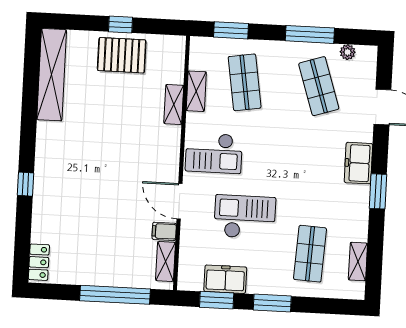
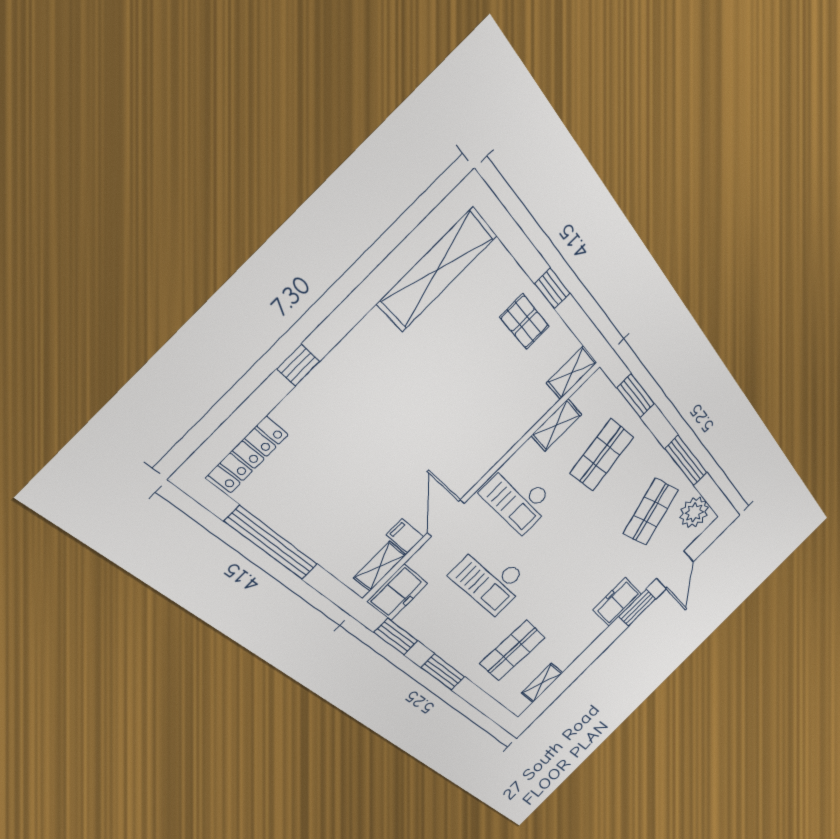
plant: (348, 52) -> (694, 512), width x1.87, depth x1.87
pallet: (122, 55) -> (525, 322), width x0.67, depth x0.71
shelving: (174, 104) -> (572, 373), moved
window: (378, 191) -> (637, 608), moved
checkout: (245, 217) -> (490, 579), turned 180
locker: (39, 262) -> (248, 455), width x1.53
freezer: (225, 279) -> (397, 592), moved, turned 90
window: (115, 295) -> (272, 543), moved

